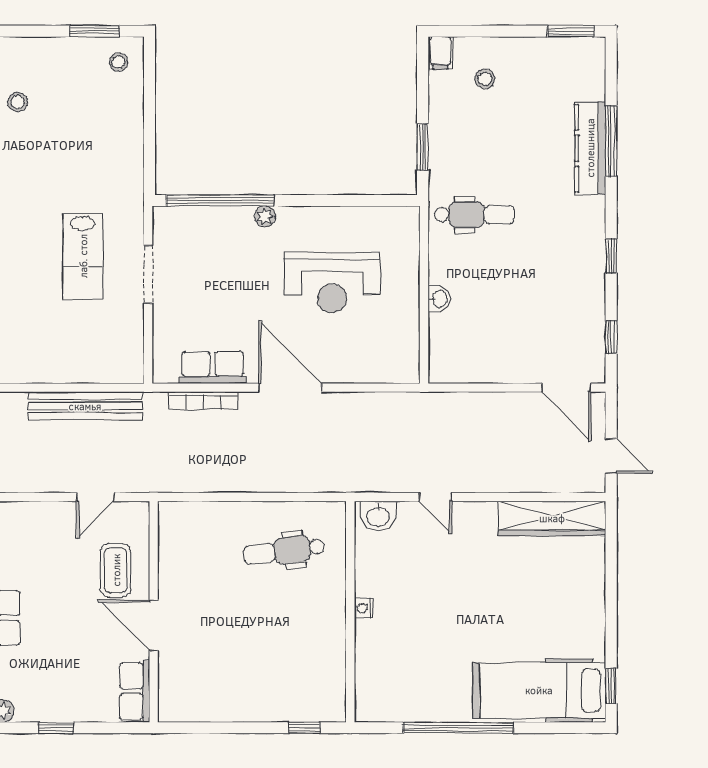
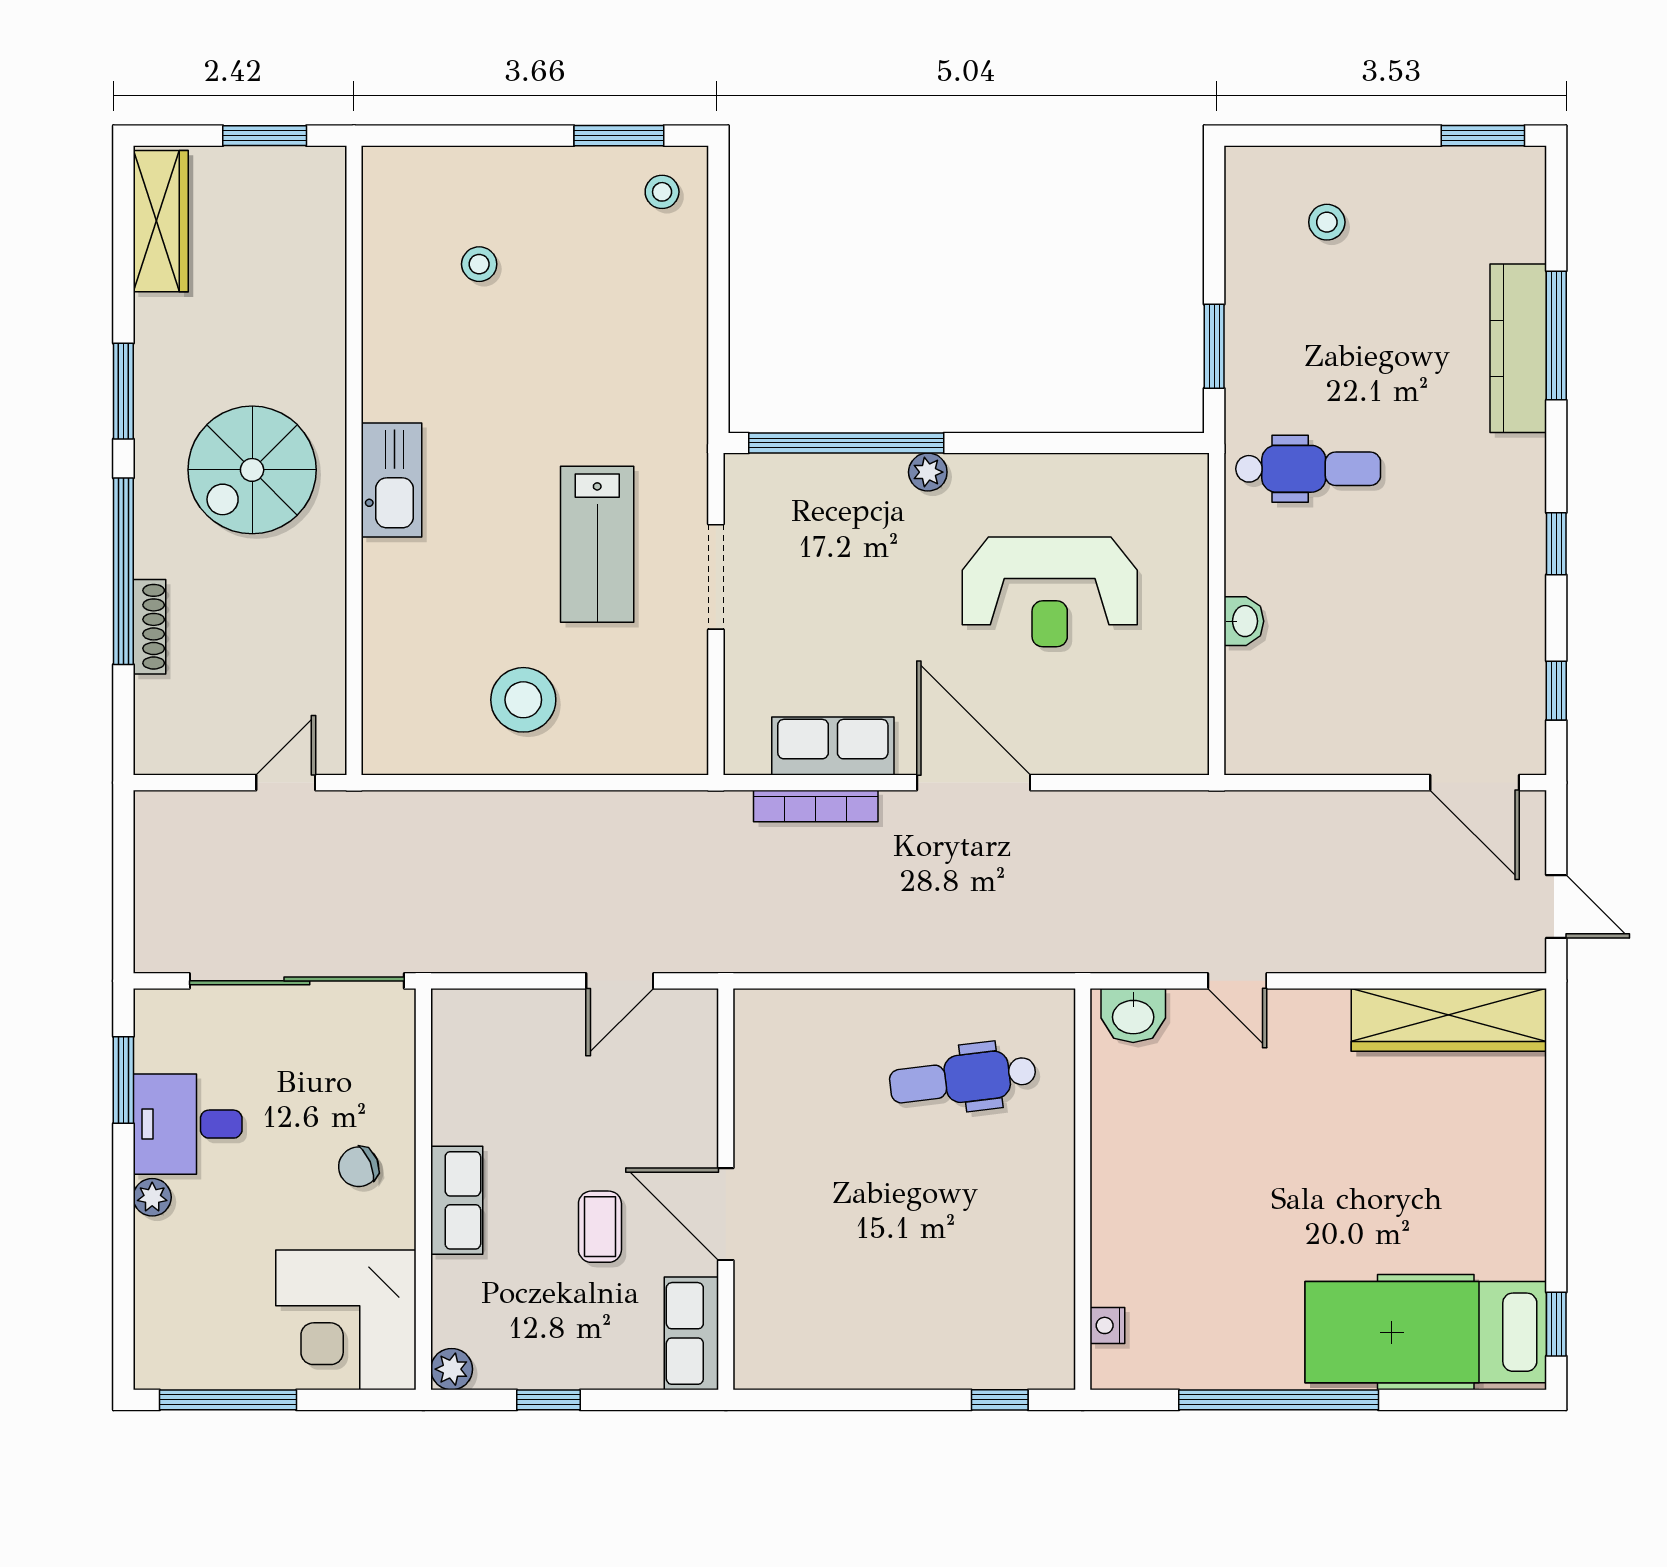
filing cabinet: (440, 53) -> (1246, 175), removed
stool: (42, 342) -> (523, 700), added
bench: (85, 406) -> (601, 816), removed
coffee table: (116, 570) -> (600, 1227), moved, width x0.73, depth x0.77
nightstand: (364, 608) -> (1107, 1325), moved

